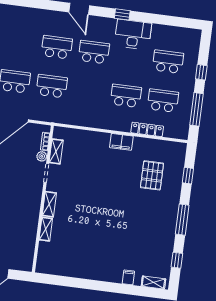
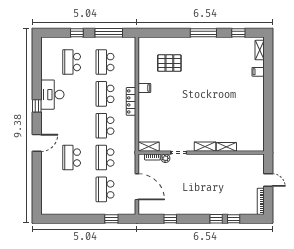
school desk: (94, 52) -> (105, 126), moved
locker: (147, 129) -> (131, 101), moved
filing cabinet: (121, 142) -> (144, 88), width x0.50
shelving: (56, 151) -> (149, 147), moved
window: (188, 176) -> (166, 33), removed

